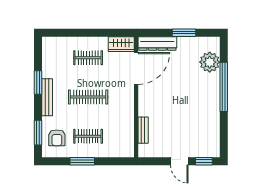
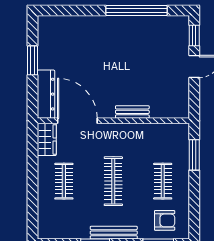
plant: (210, 62) -> (69, 28), removed
window: (224, 87) -> (136, 10), moved
bench: (143, 130) -> (132, 112), moved
window: (82, 161) -> (194, 155), moved

